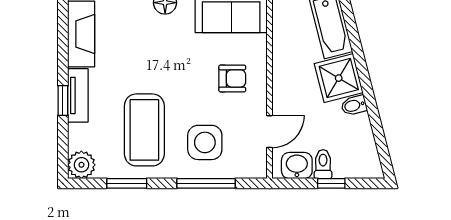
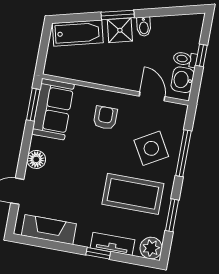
window: (362, 70) -> (118, 15), added
shower: (339, 78) -> (120, 30), width x0.73, depth x0.73
tv unit: (78, 95) -> (113, 244), moved
side table: (205, 142) -> (151, 148), turned -30

